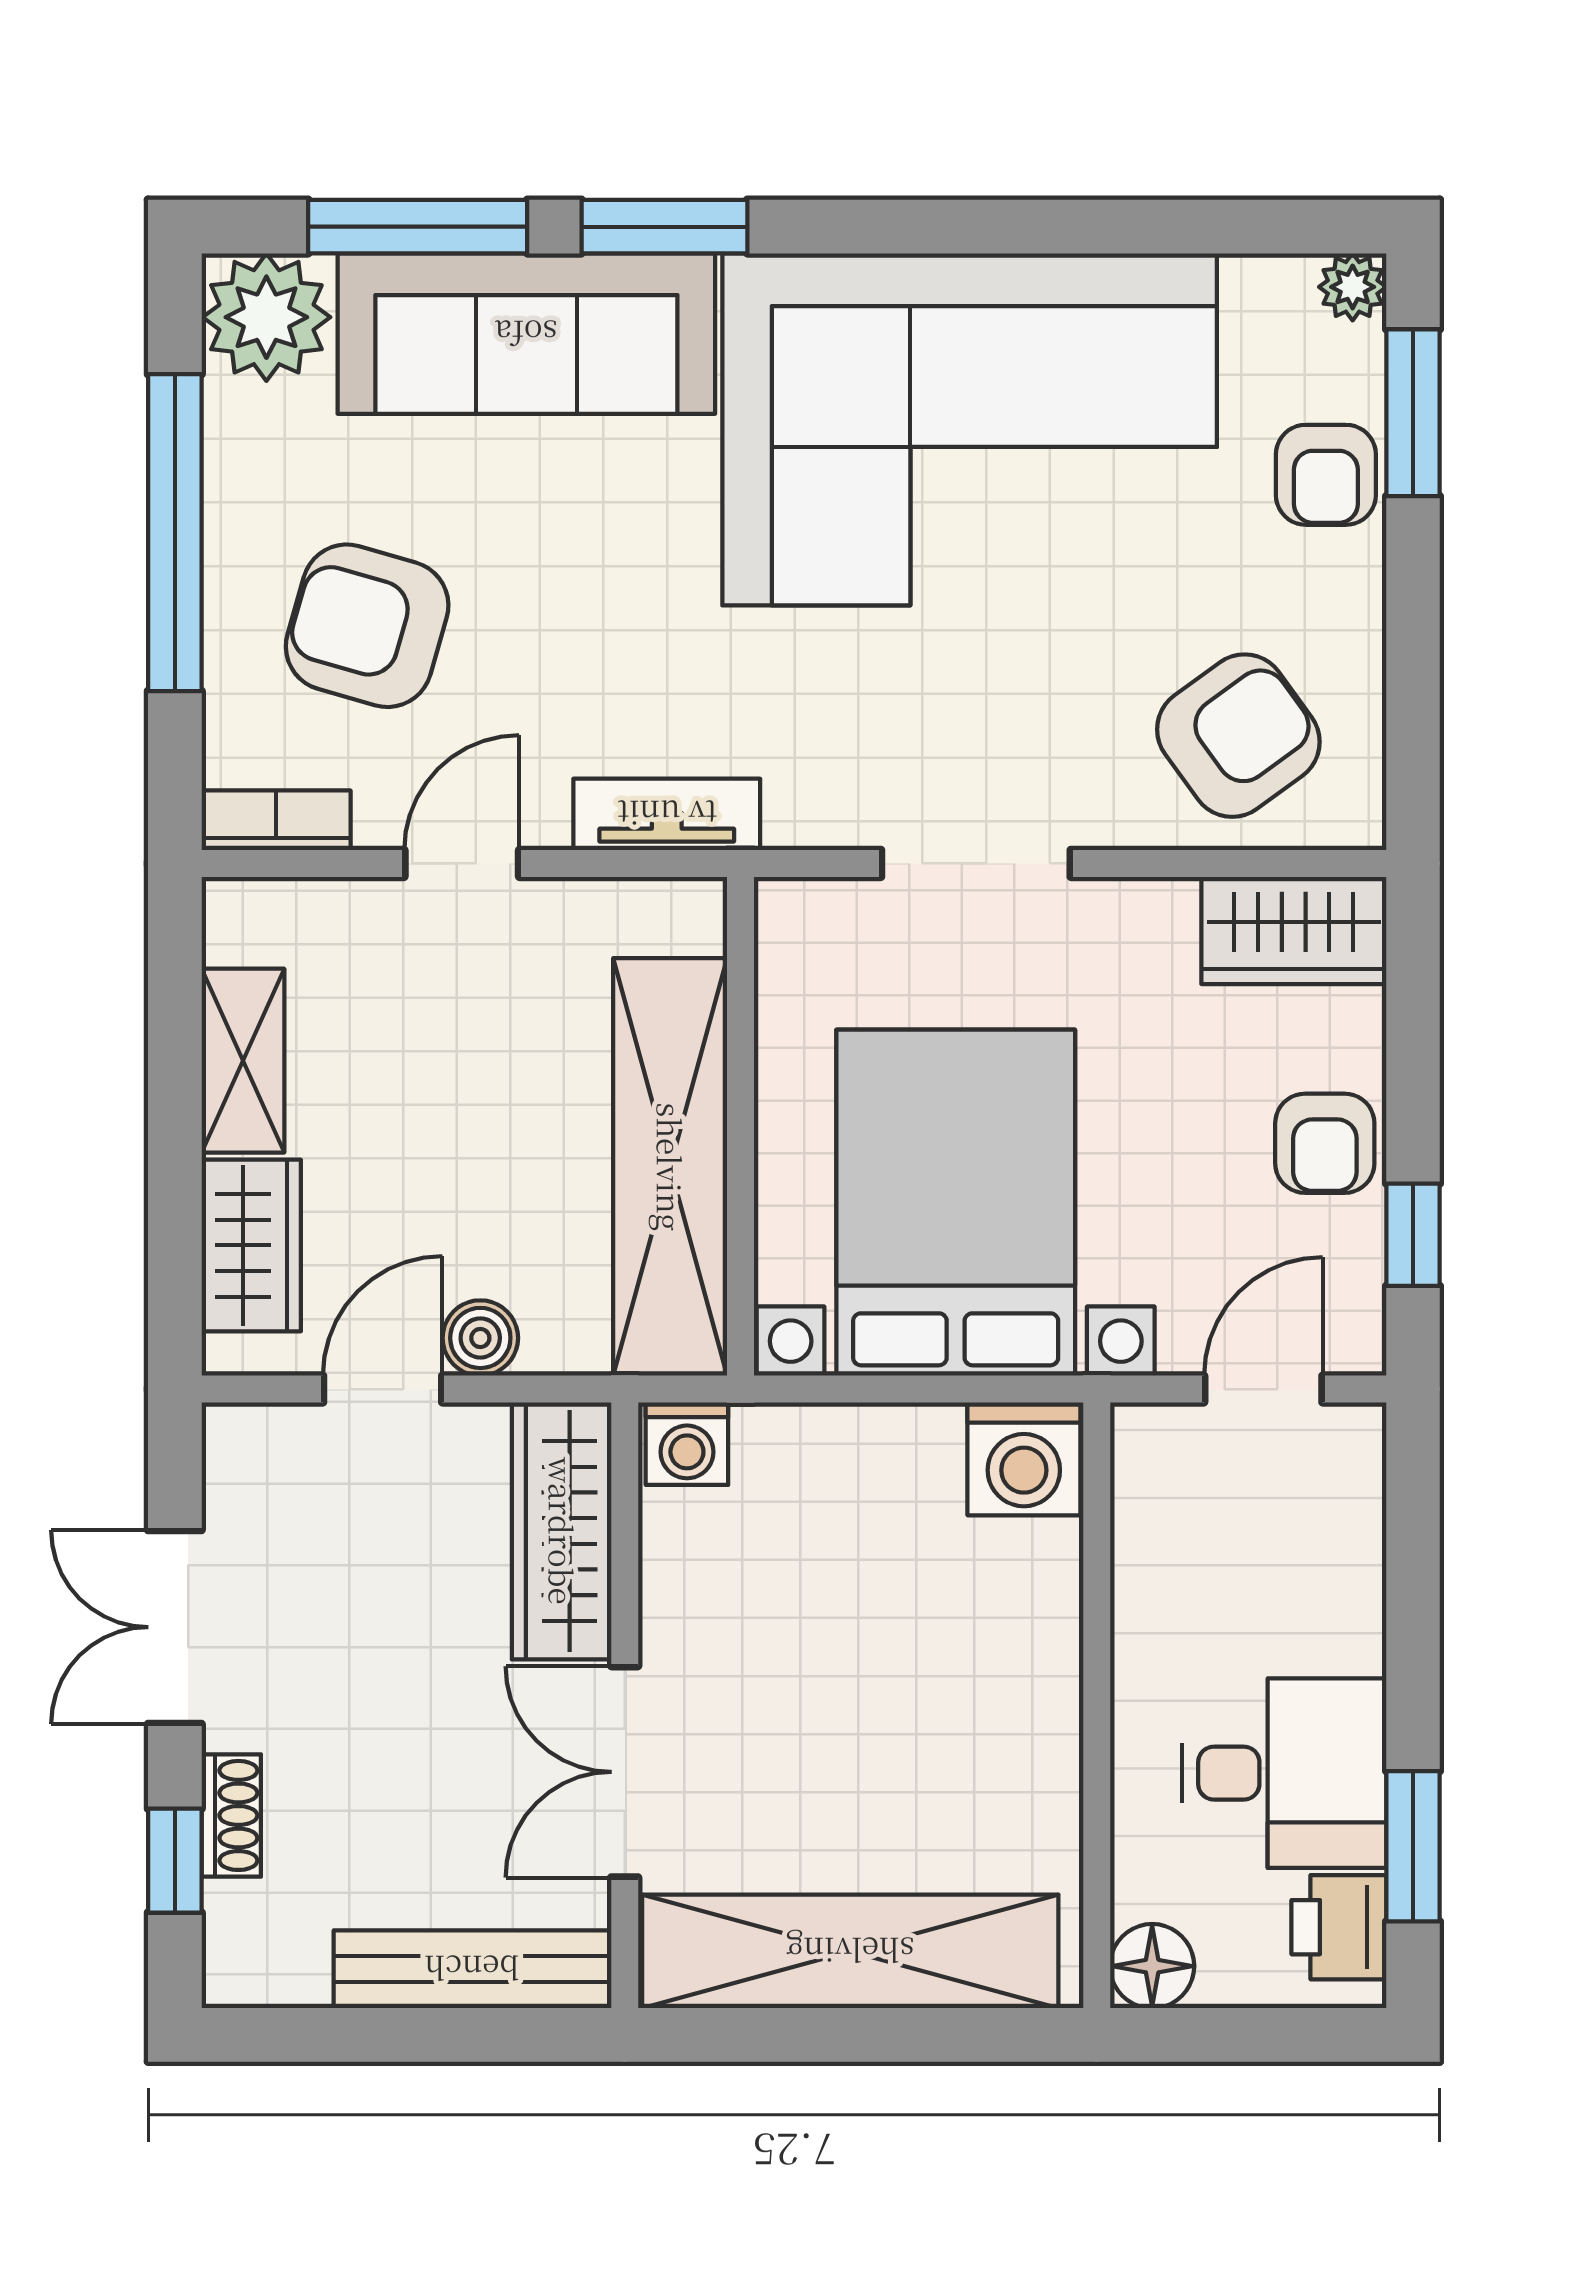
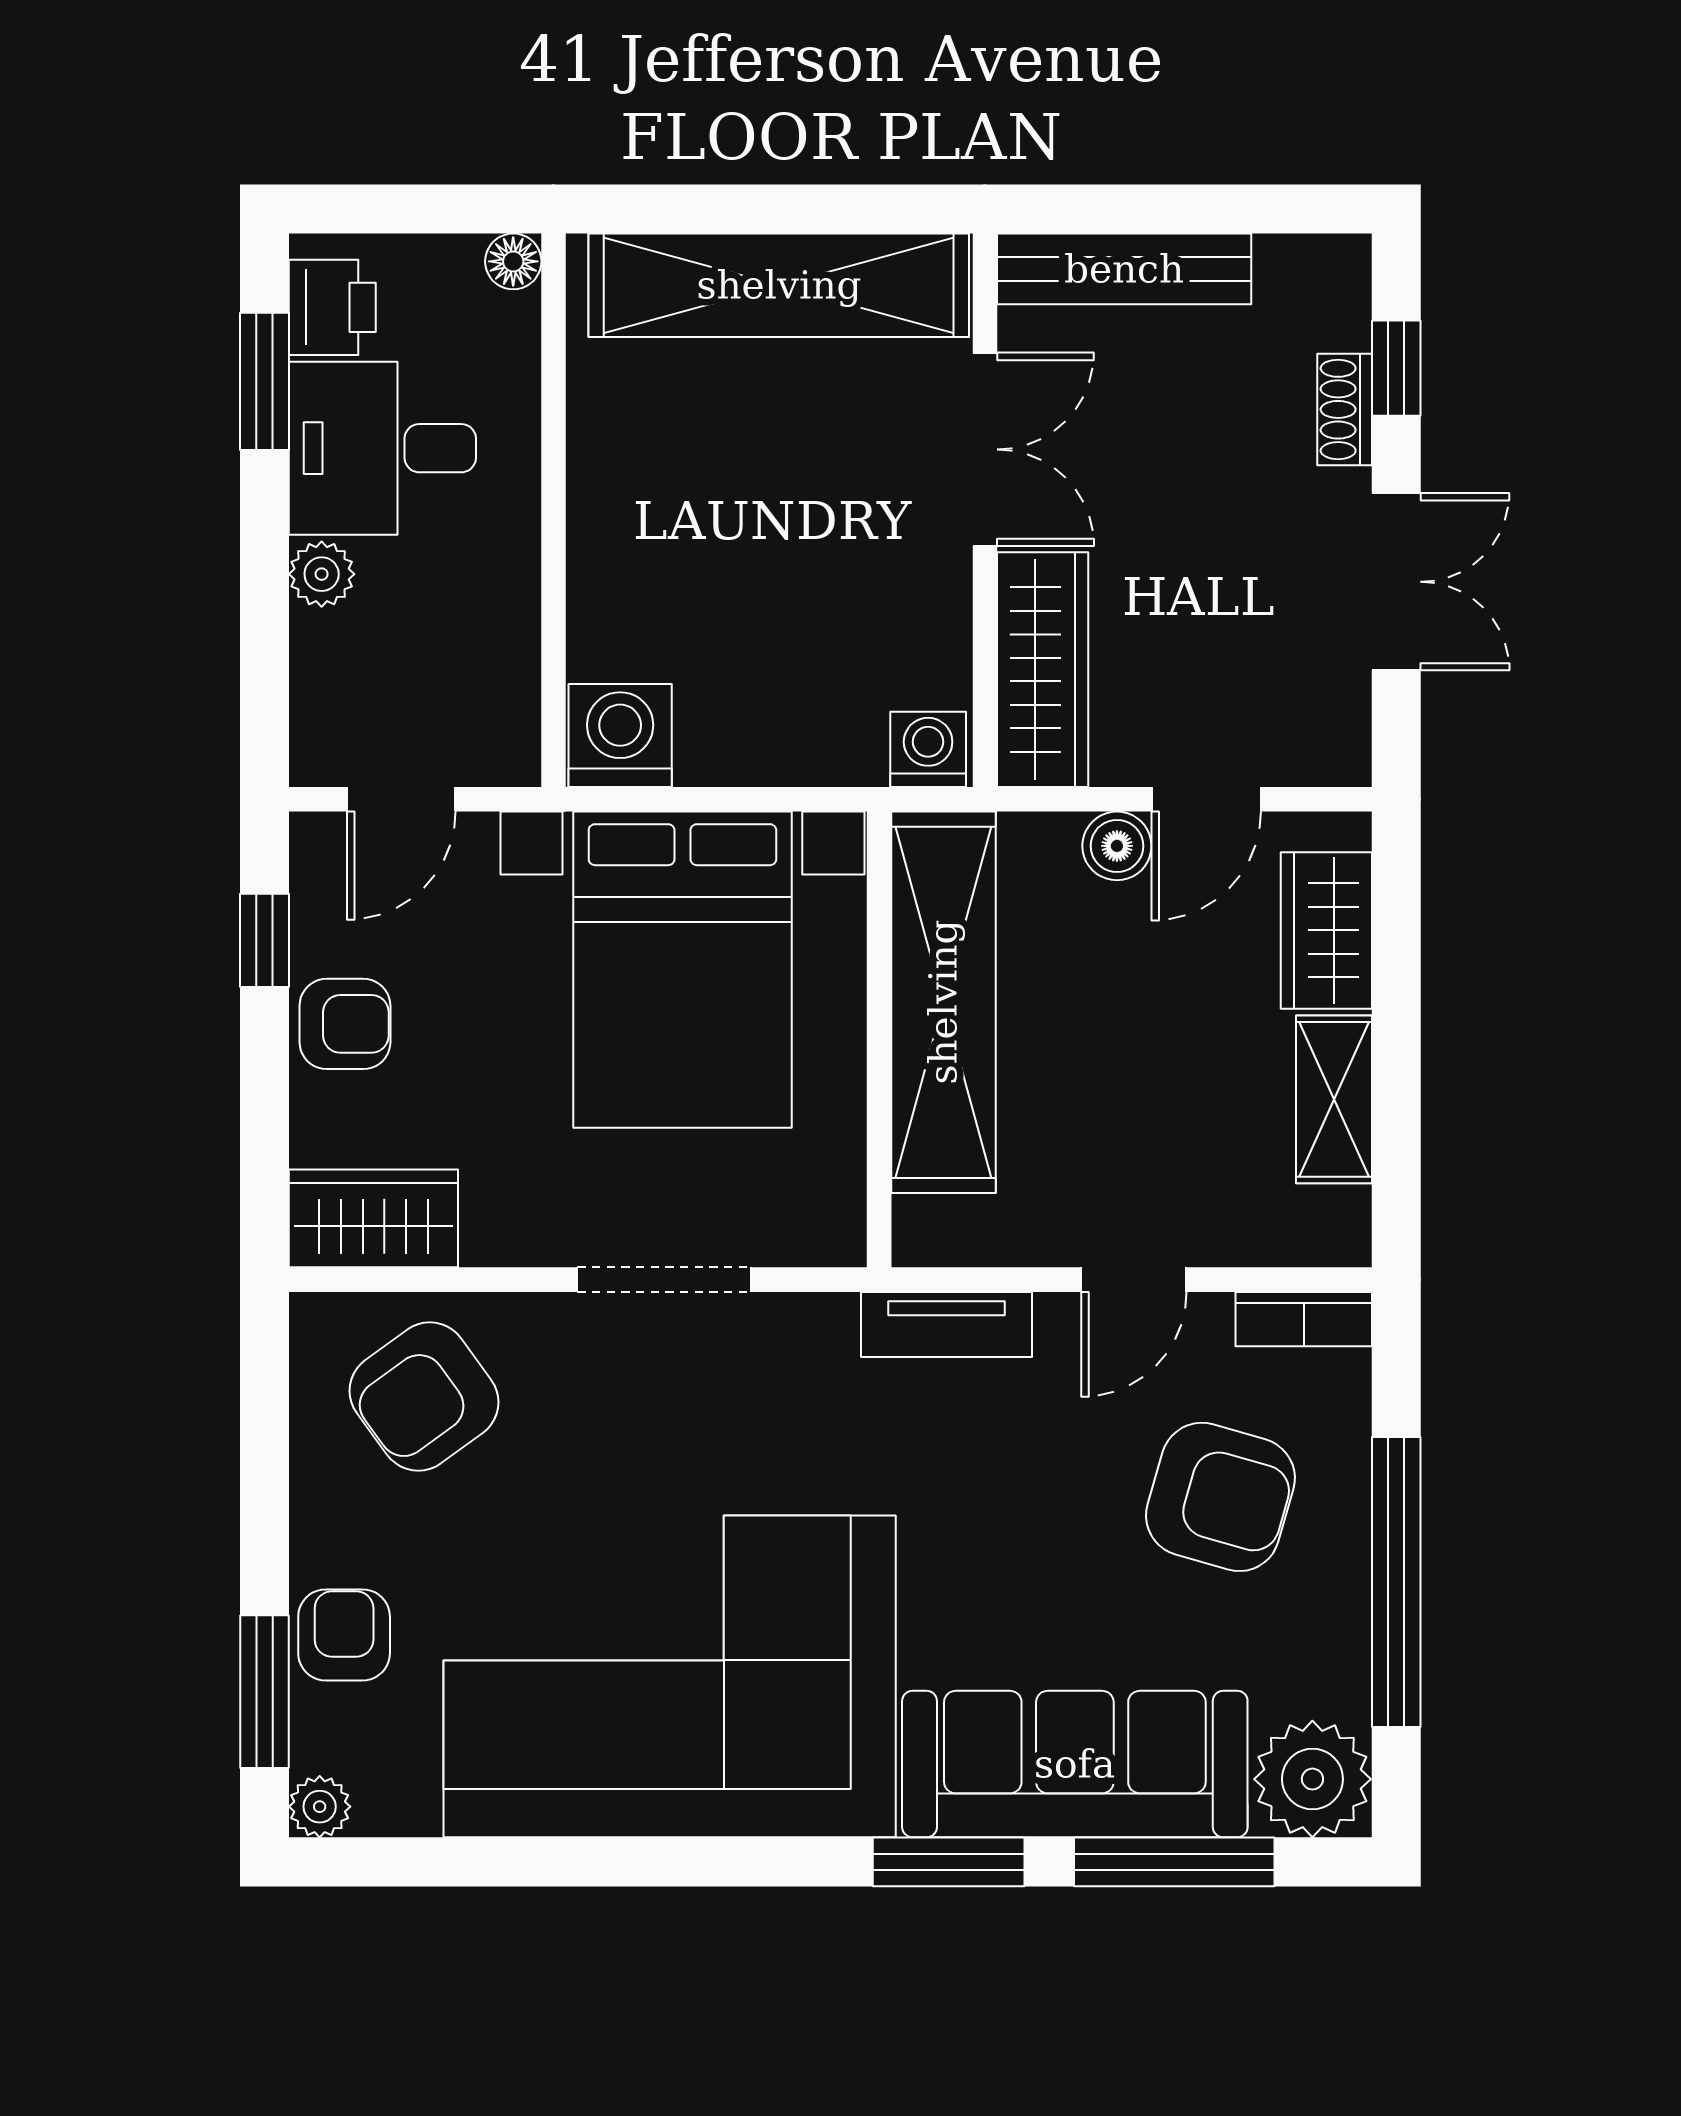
armchair: (1325, 1143) -> (345, 1024), turned 90
plant: (1350, 1635) -> (322, 574), added
floor lamp: (1152, 1966) -> (513, 261), width x0.73, depth x0.73

